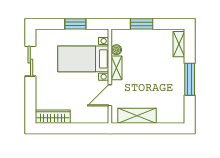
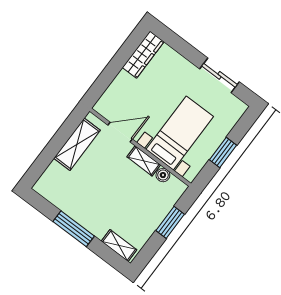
door: (110, 95) -> (120, 132), hinge flipped

